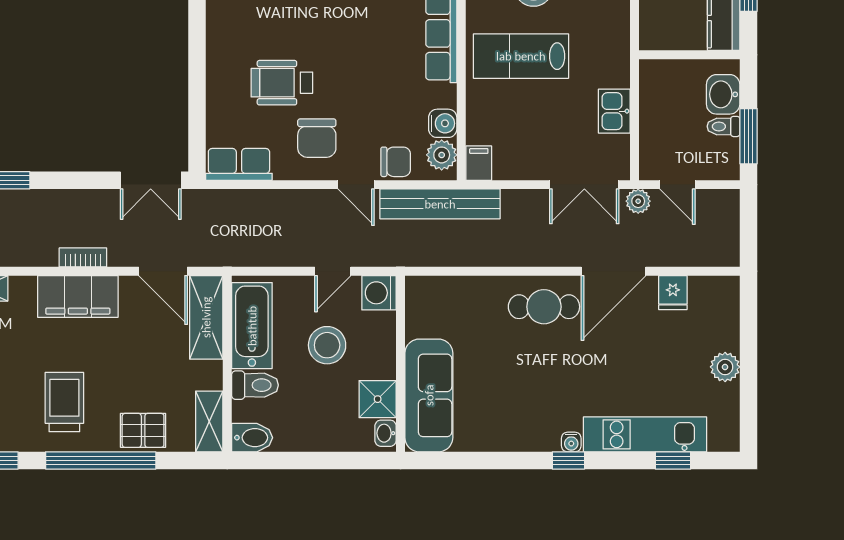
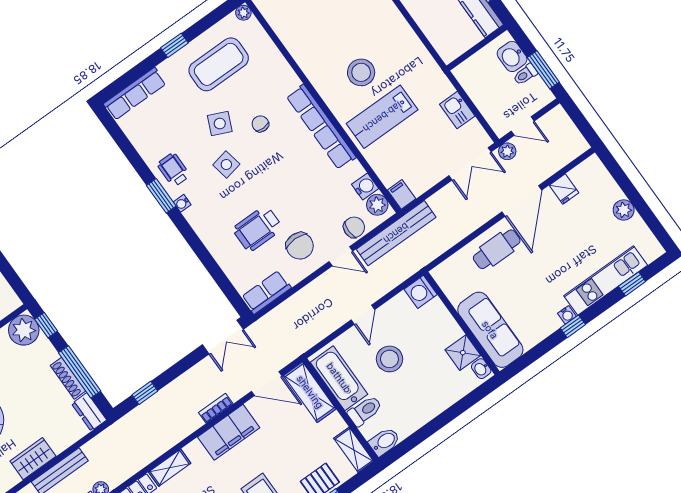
washing machine: (379, 293) -> (421, 292), moved
wall: (401, 364) -> (461, 323), moved
sofa: (429, 395) -> (490, 330), moved
shower: (378, 399) -> (463, 353), moved
washbasin: (386, 433) -> (481, 369), moved

